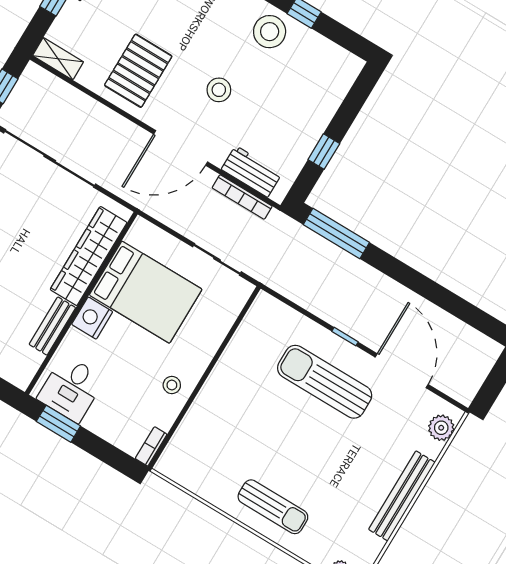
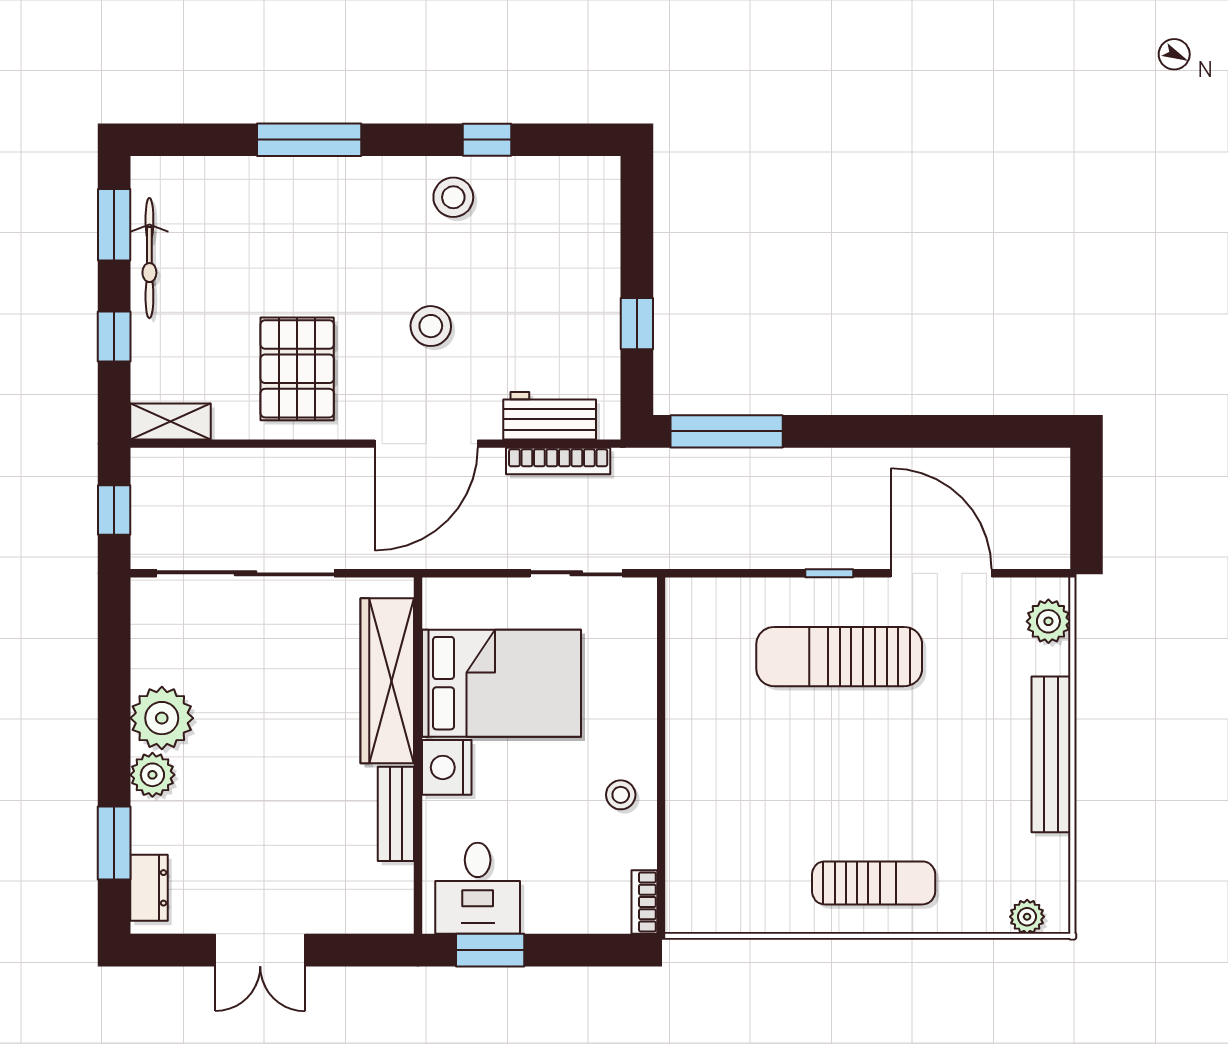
stool: (270, 32) -> (453, 197), width x0.73, depth x0.73

